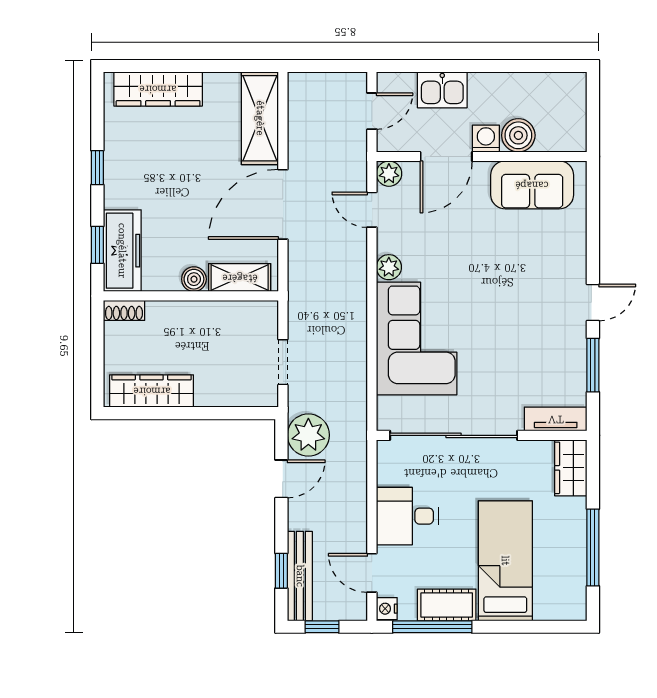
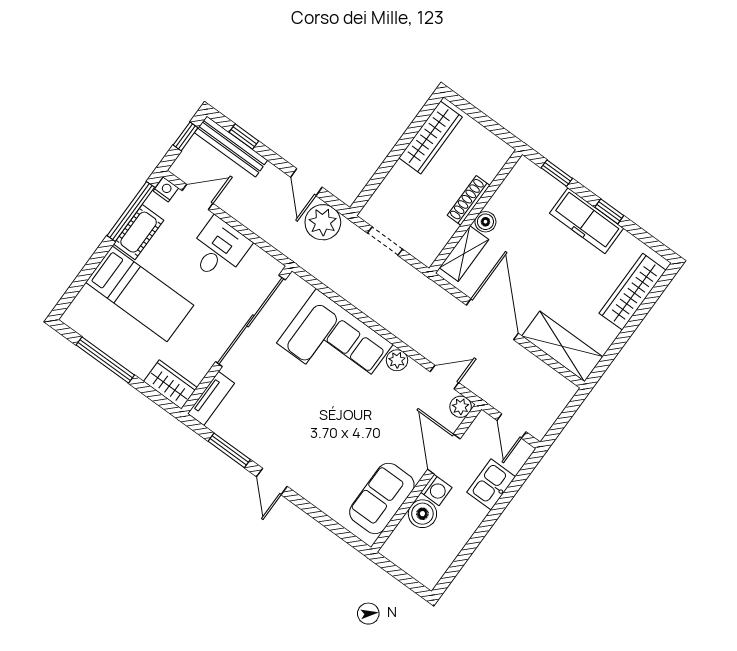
freezer: (122, 251) -> (586, 221), moved
shoe rack: (124, 310) -> (468, 200), moved, width x1.43

